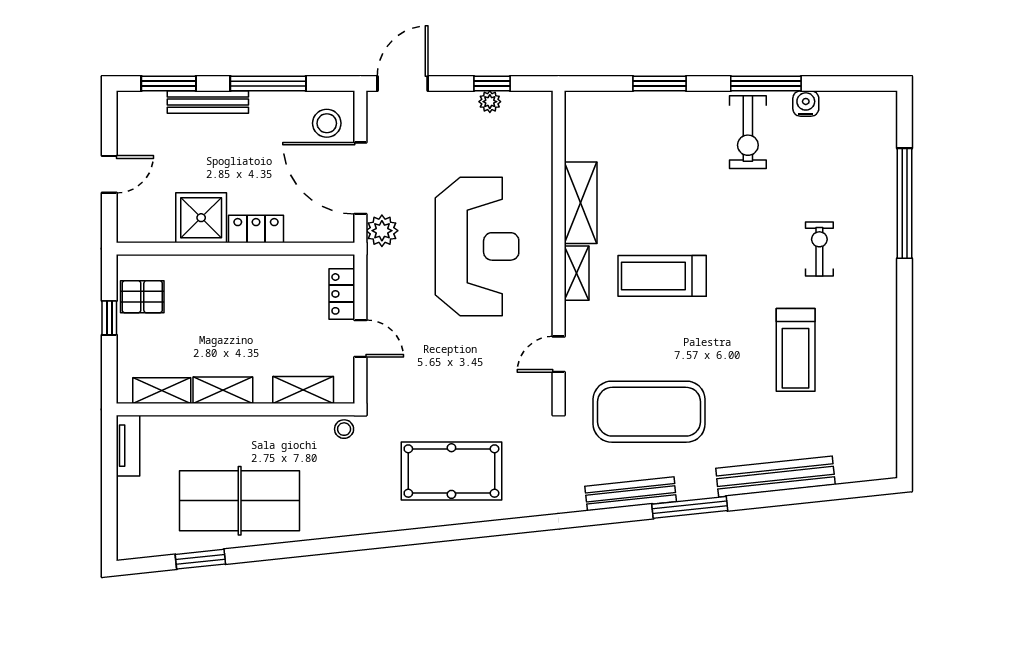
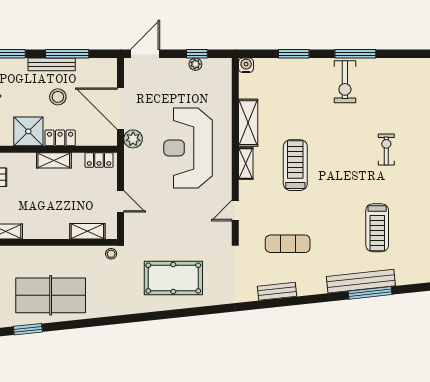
bench: (208, 102) -> (52, 64), moved
water cooler: (806, 104) -> (246, 65), moved
stool: (327, 123) -> (58, 97), moved
reception desk: (477, 246) -> (188, 148), turned 180
treadmill: (662, 276) -> (295, 165), turned 90
locker: (342, 294) -> (99, 160), moved, turned -90
treadmill: (796, 350) -> (377, 228), moved
shelving: (223, 390) -> (54, 160), moved
exercise mat: (649, 412) -> (288, 244), width x0.50, depth x0.69
bench: (631, 494) -> (277, 291), width x0.73
window: (690, 507) -> (370, 293), moved

